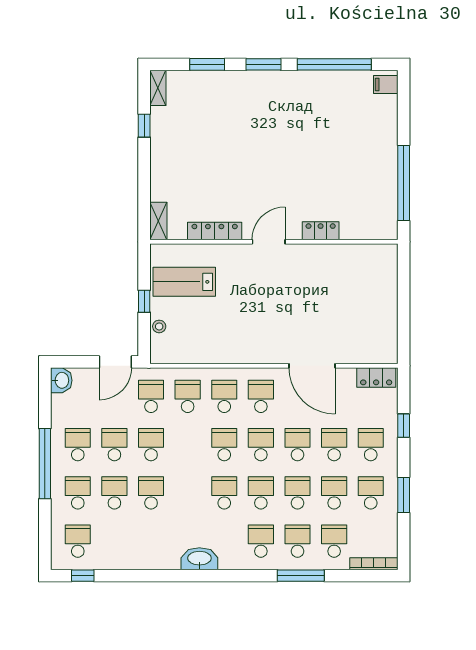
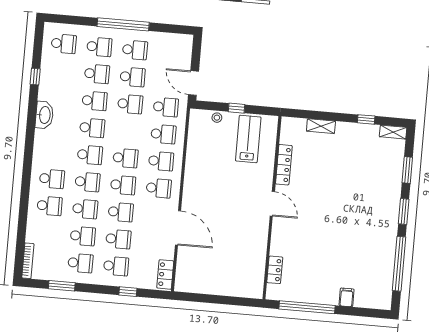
filing cabinet: (386, 84) -> (347, 297), moved
shelving: (158, 221) -> (321, 126), moved
locker: (321, 231) -> (275, 270), moved
door: (312, 366) -> (178, 228), swing flipped
washbasin: (61, 380) -> (183, 42), removed
window: (404, 495) -> (62, 286), moved
school desk: (334, 541) -> (92, 128), moved
washbasin: (199, 559) -> (44, 115), moved
window: (83, 576) -> (35, 77), moved
window: (301, 576) -> (24, 206), removed

